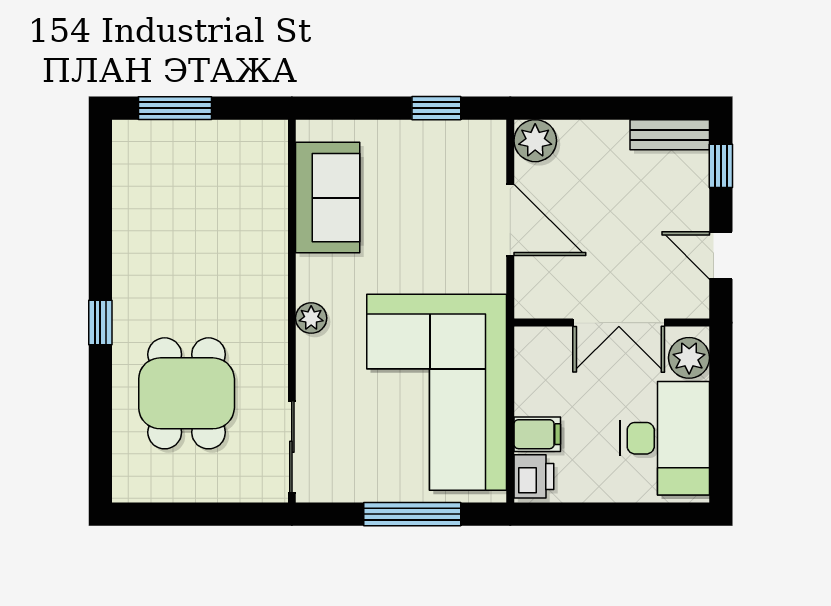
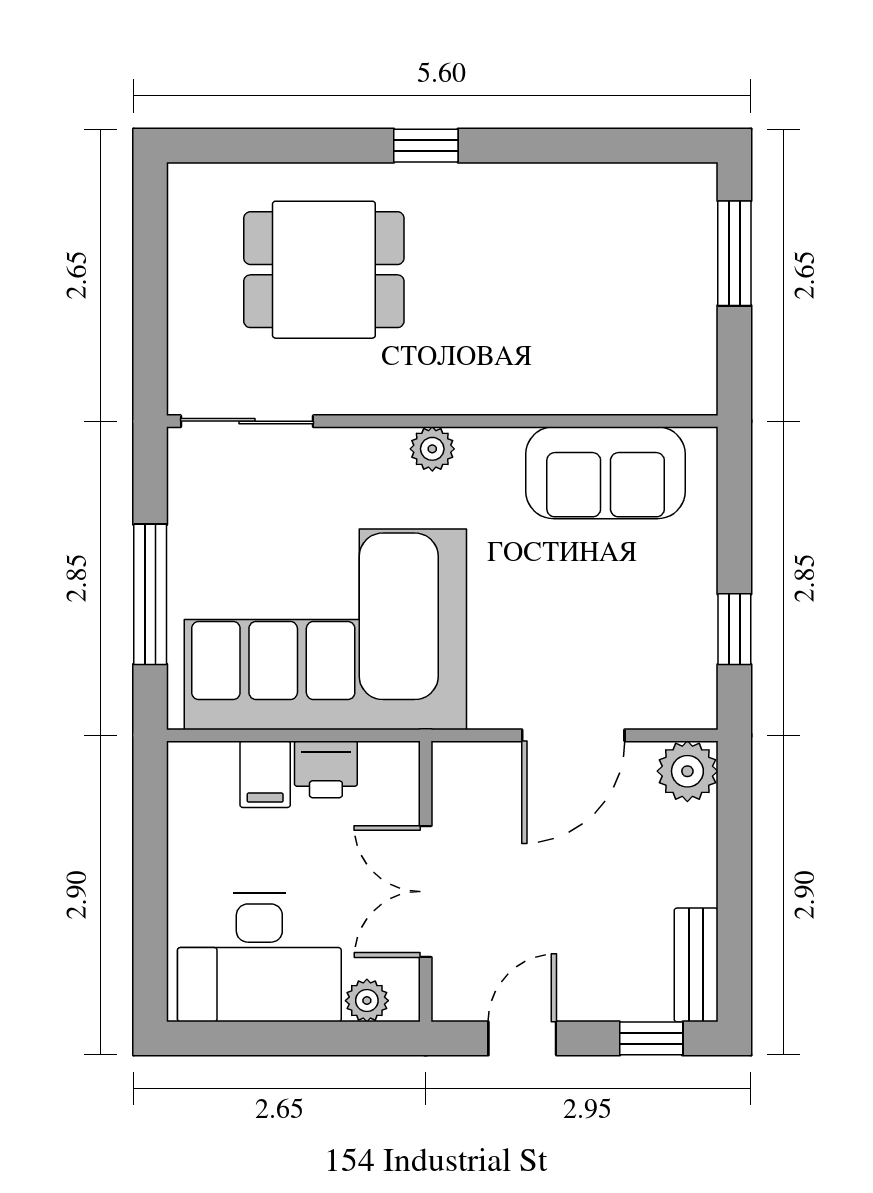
plant: (689, 358) -> (367, 1001), width x0.73, depth x0.73
printer: (534, 476) -> (326, 769), moved

